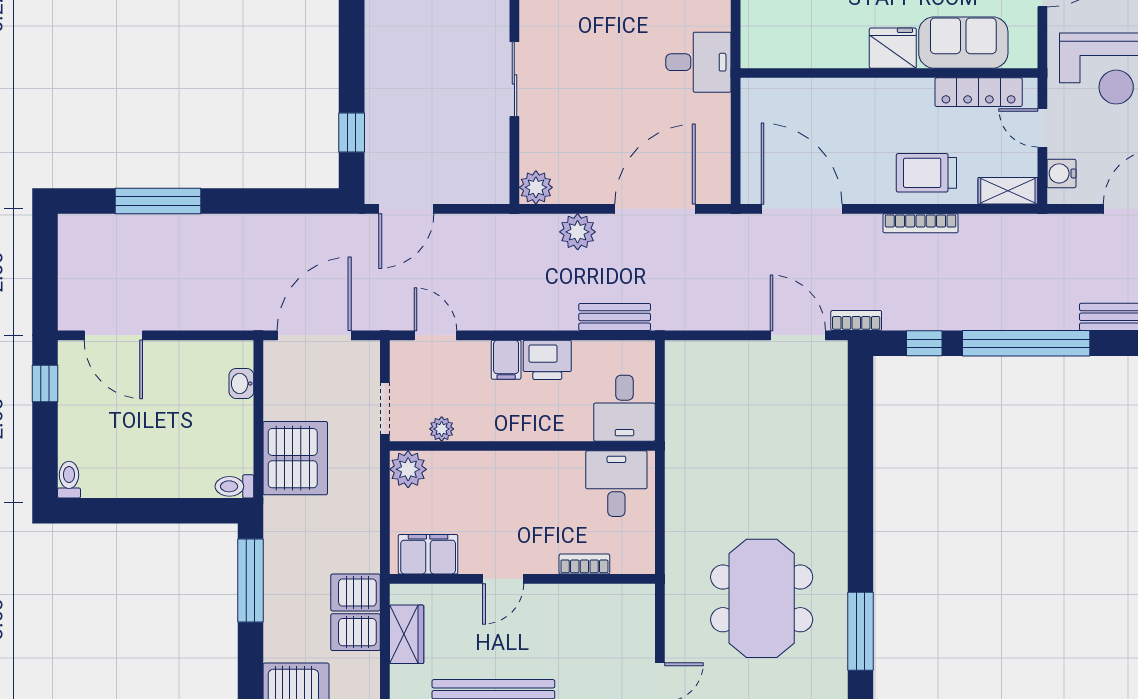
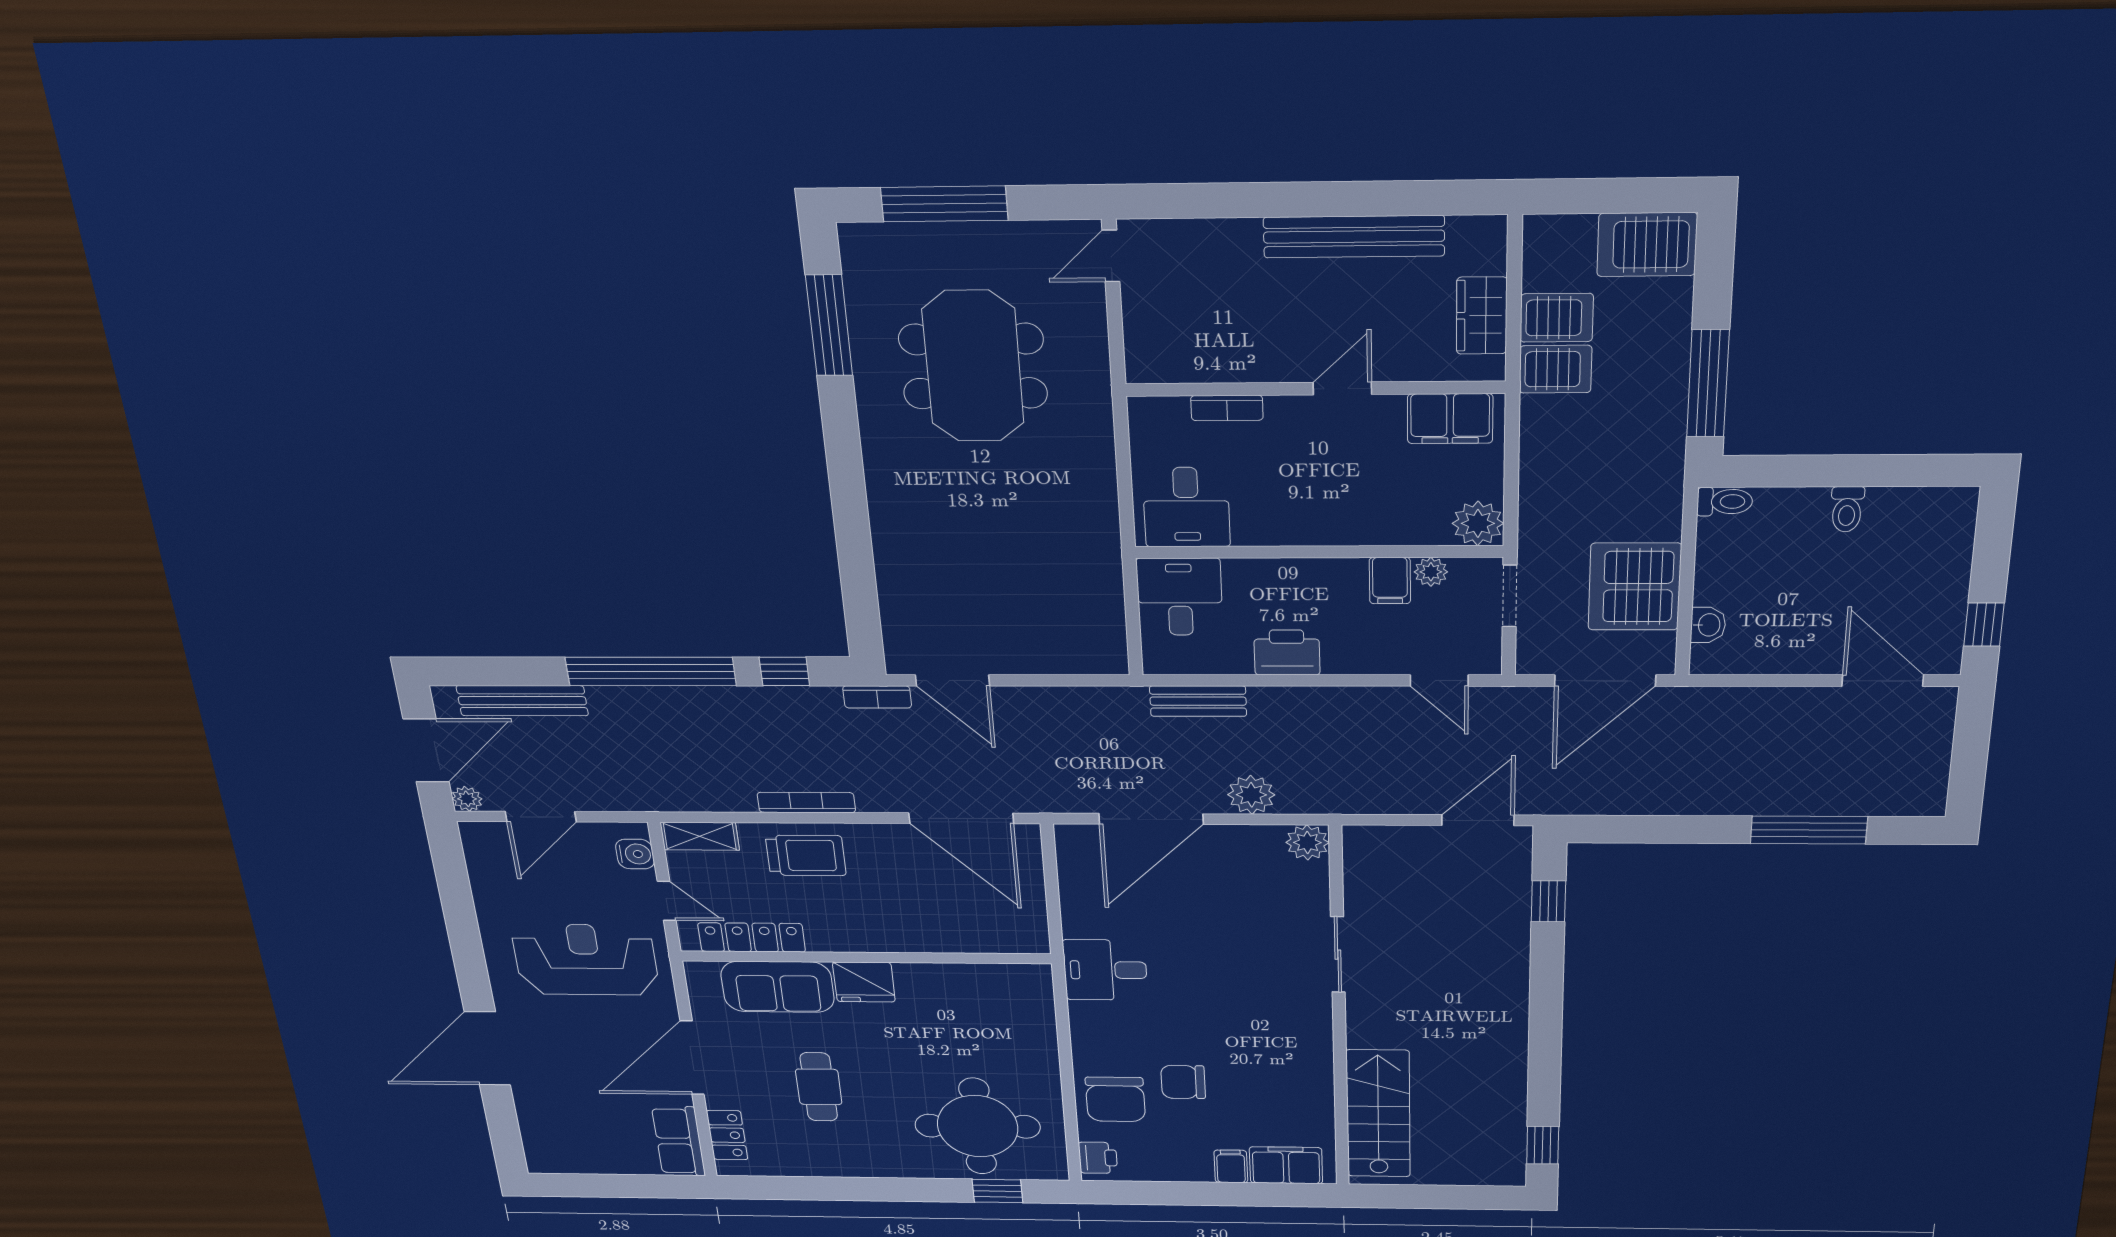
filing cabinet: (506, 360) -> (1390, 581), moved, turned 180
server rack: (295, 458) -> (1635, 587), moved
toilet: (69, 480) -> (1847, 509), moved

